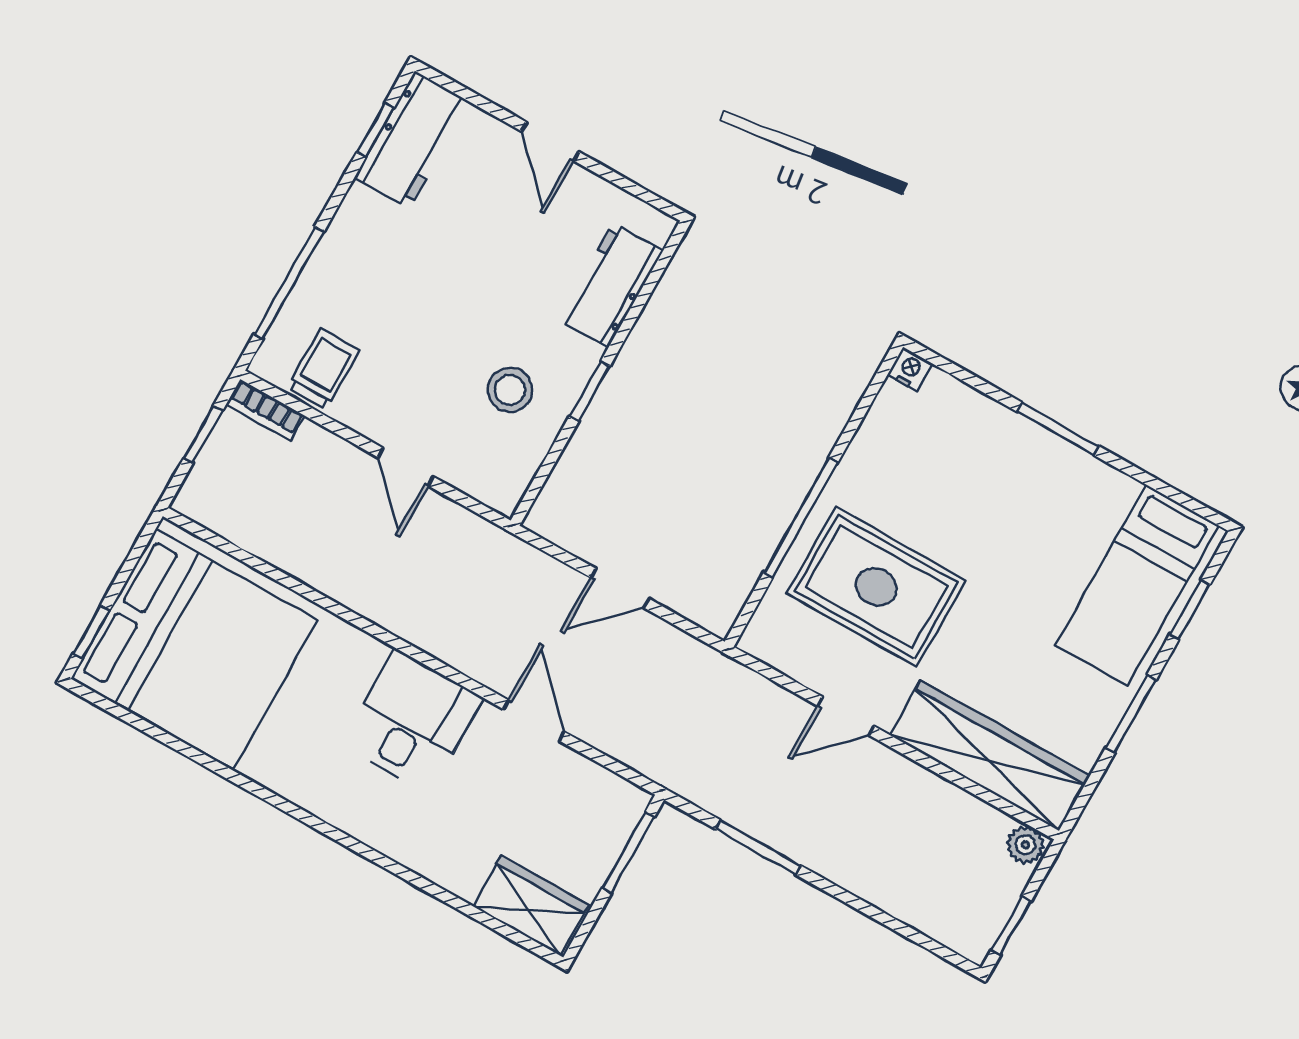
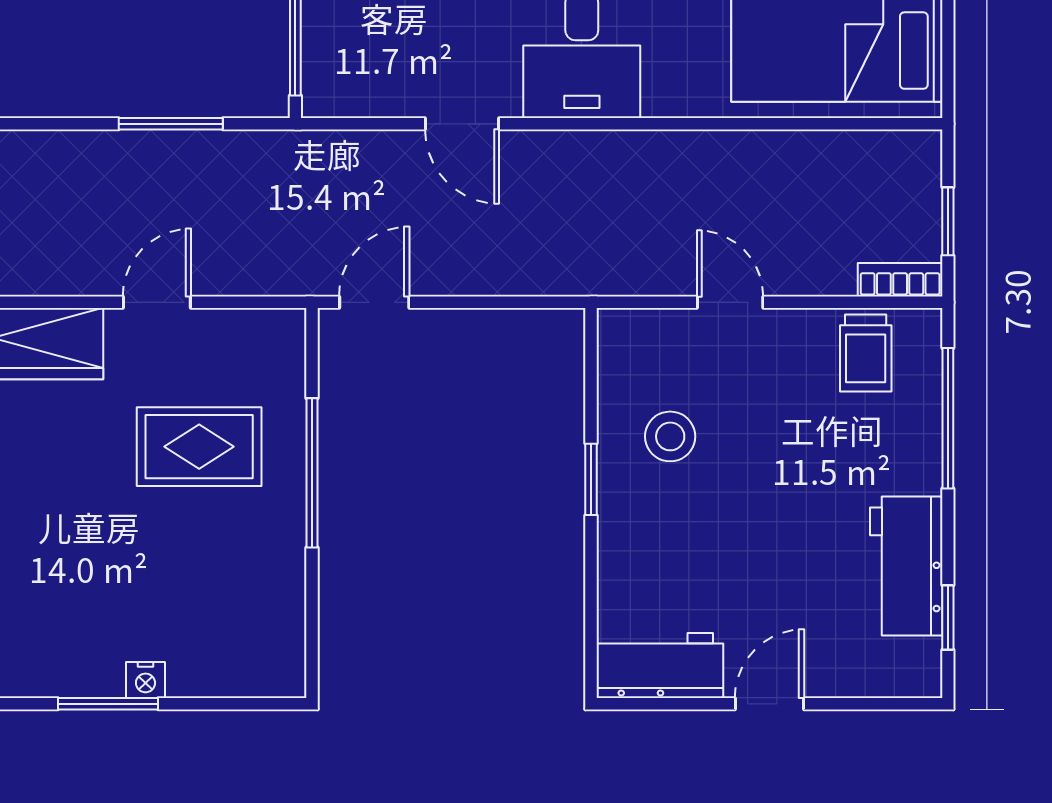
workbench: (412, 140) -> (906, 566), moved
door: (550, 141) -> (769, 704), hinge flipped
workbench: (611, 285) -> (660, 666), moved, turned -90
nightstand: (910, 369) -> (145, 680), moved
rug: (876, 587) -> (199, 447), width x0.73, depth x0.70
door: (620, 588) -> (374, 302), moved

